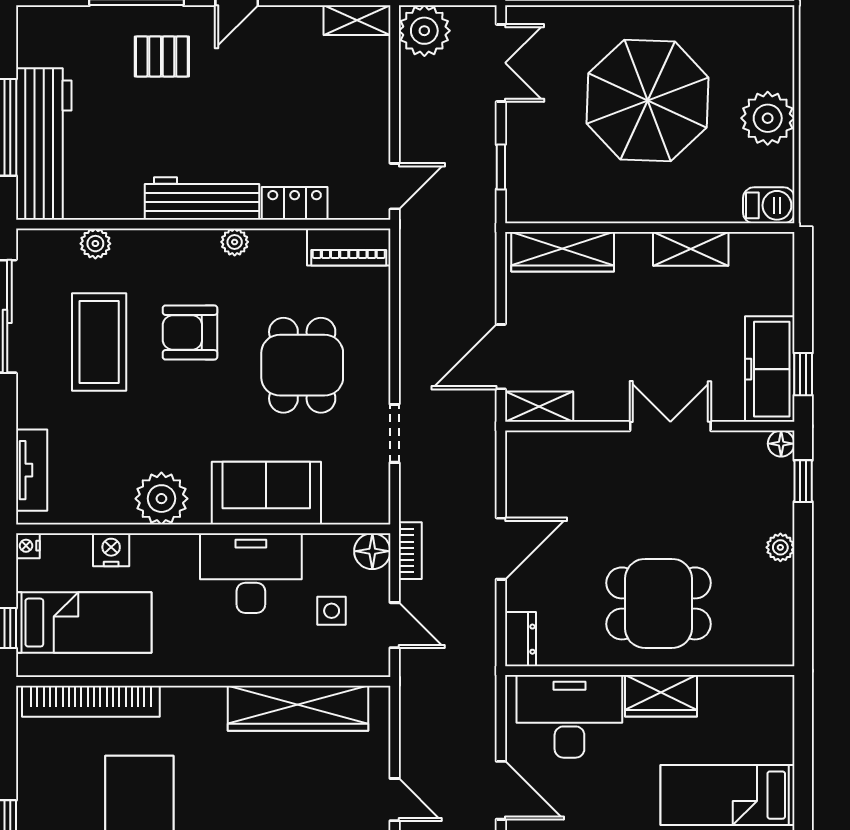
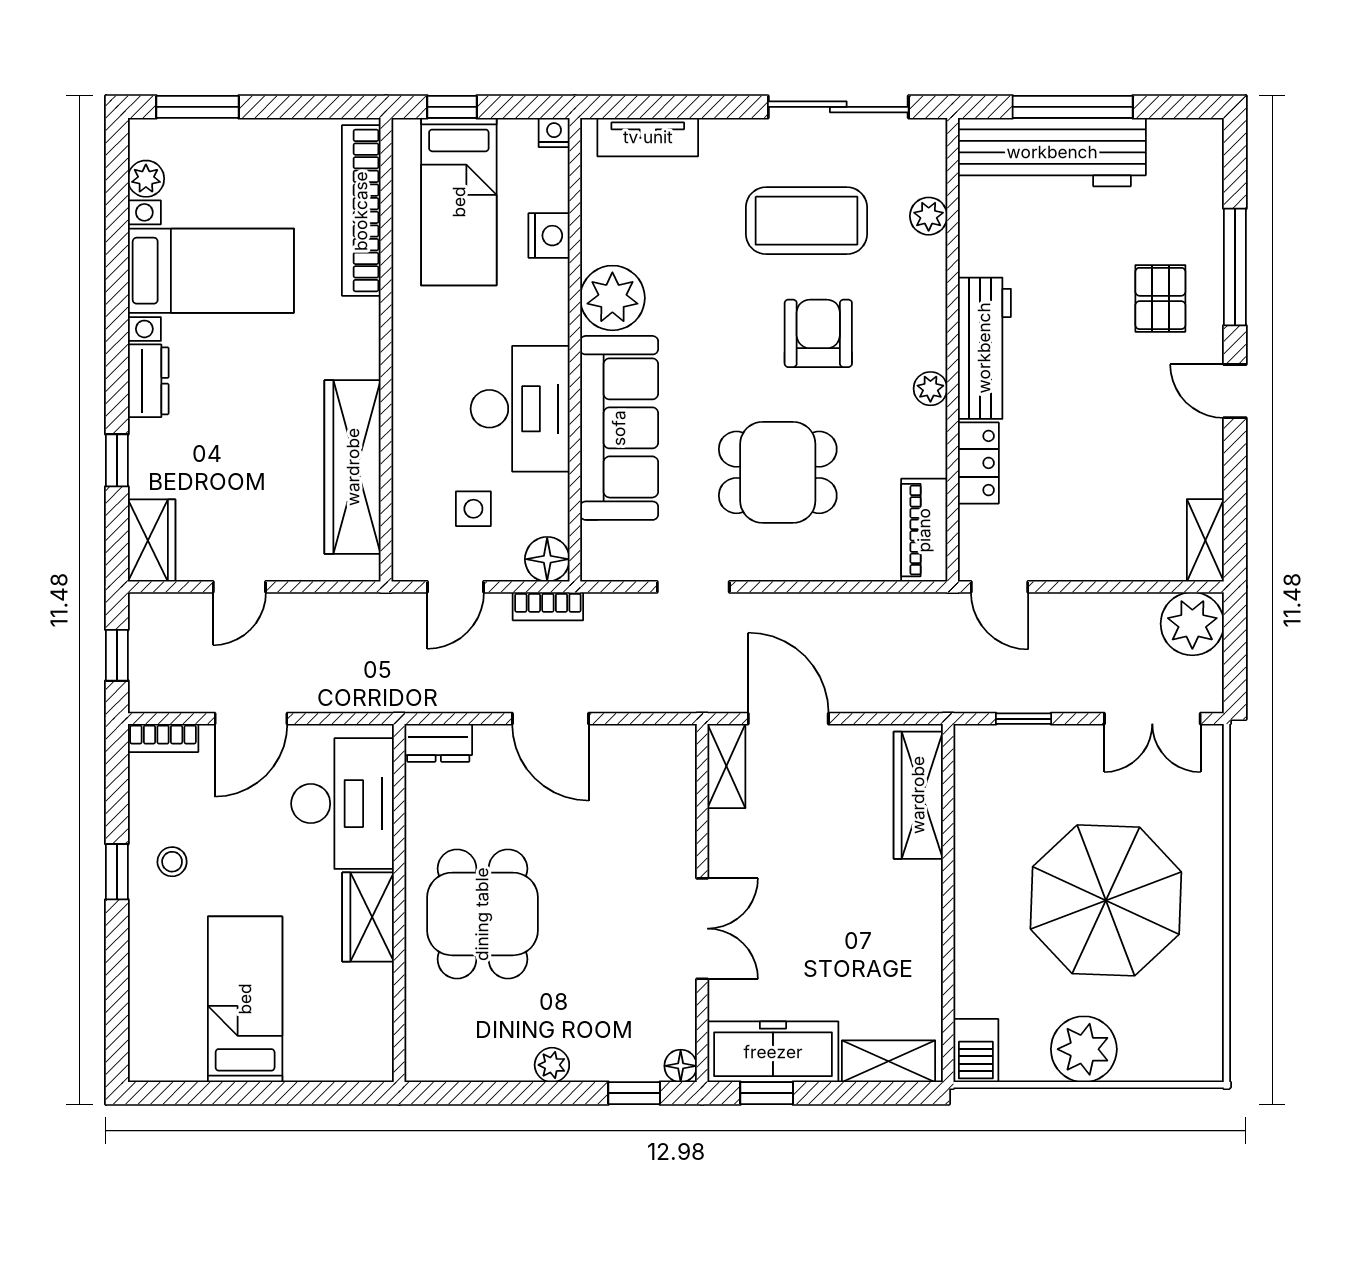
shelving: (691, 249) -> (889, 1061), moved, turned 90
sofa: (266, 493) -> (619, 428), width x1.36

